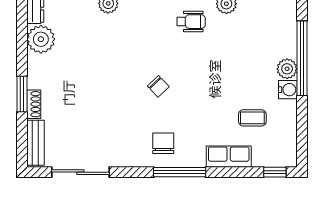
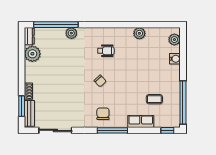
wheelchair: (191, 22) -> (106, 51), moved
window: (302, 58) -> (183, 103), moved
plant: (287, 69) -> (174, 40), moved
water cooler: (288, 90) -> (175, 59), moved
window: (22, 94) -> (22, 106), moved

